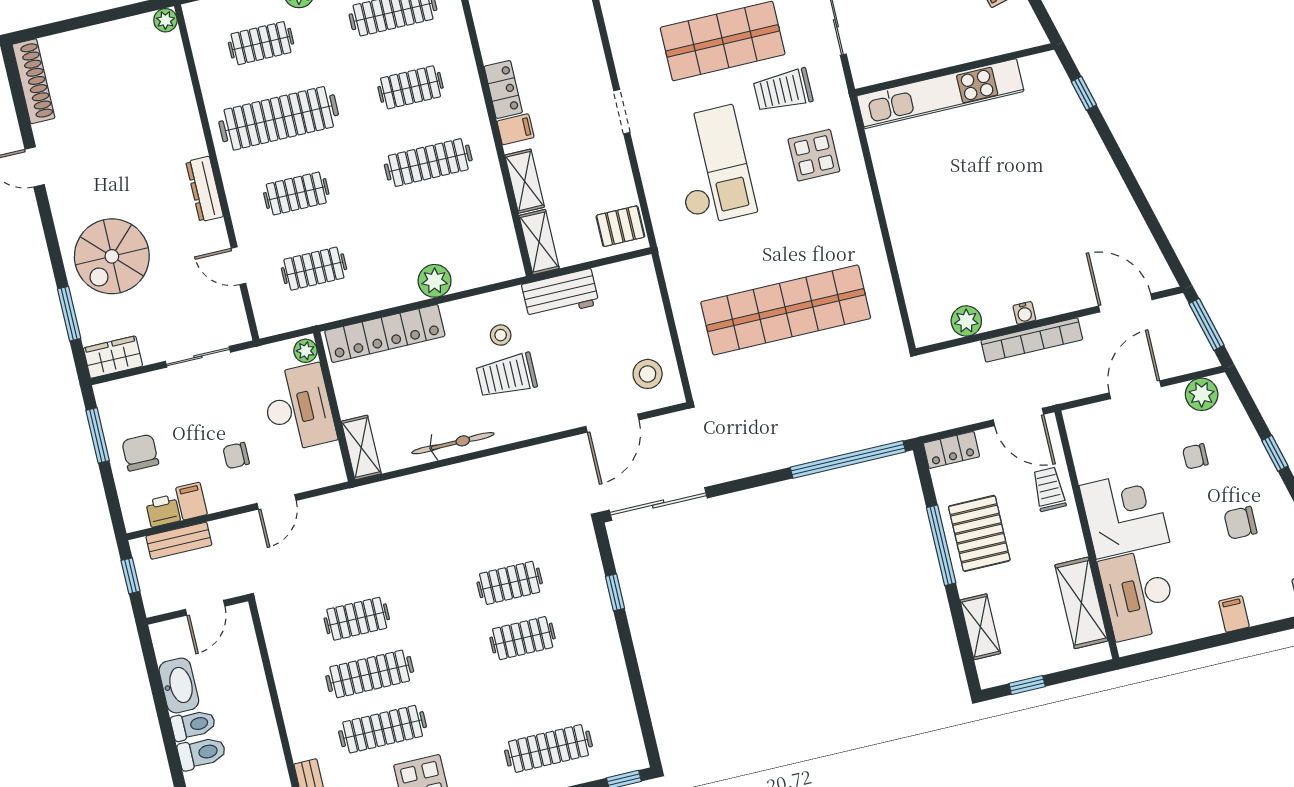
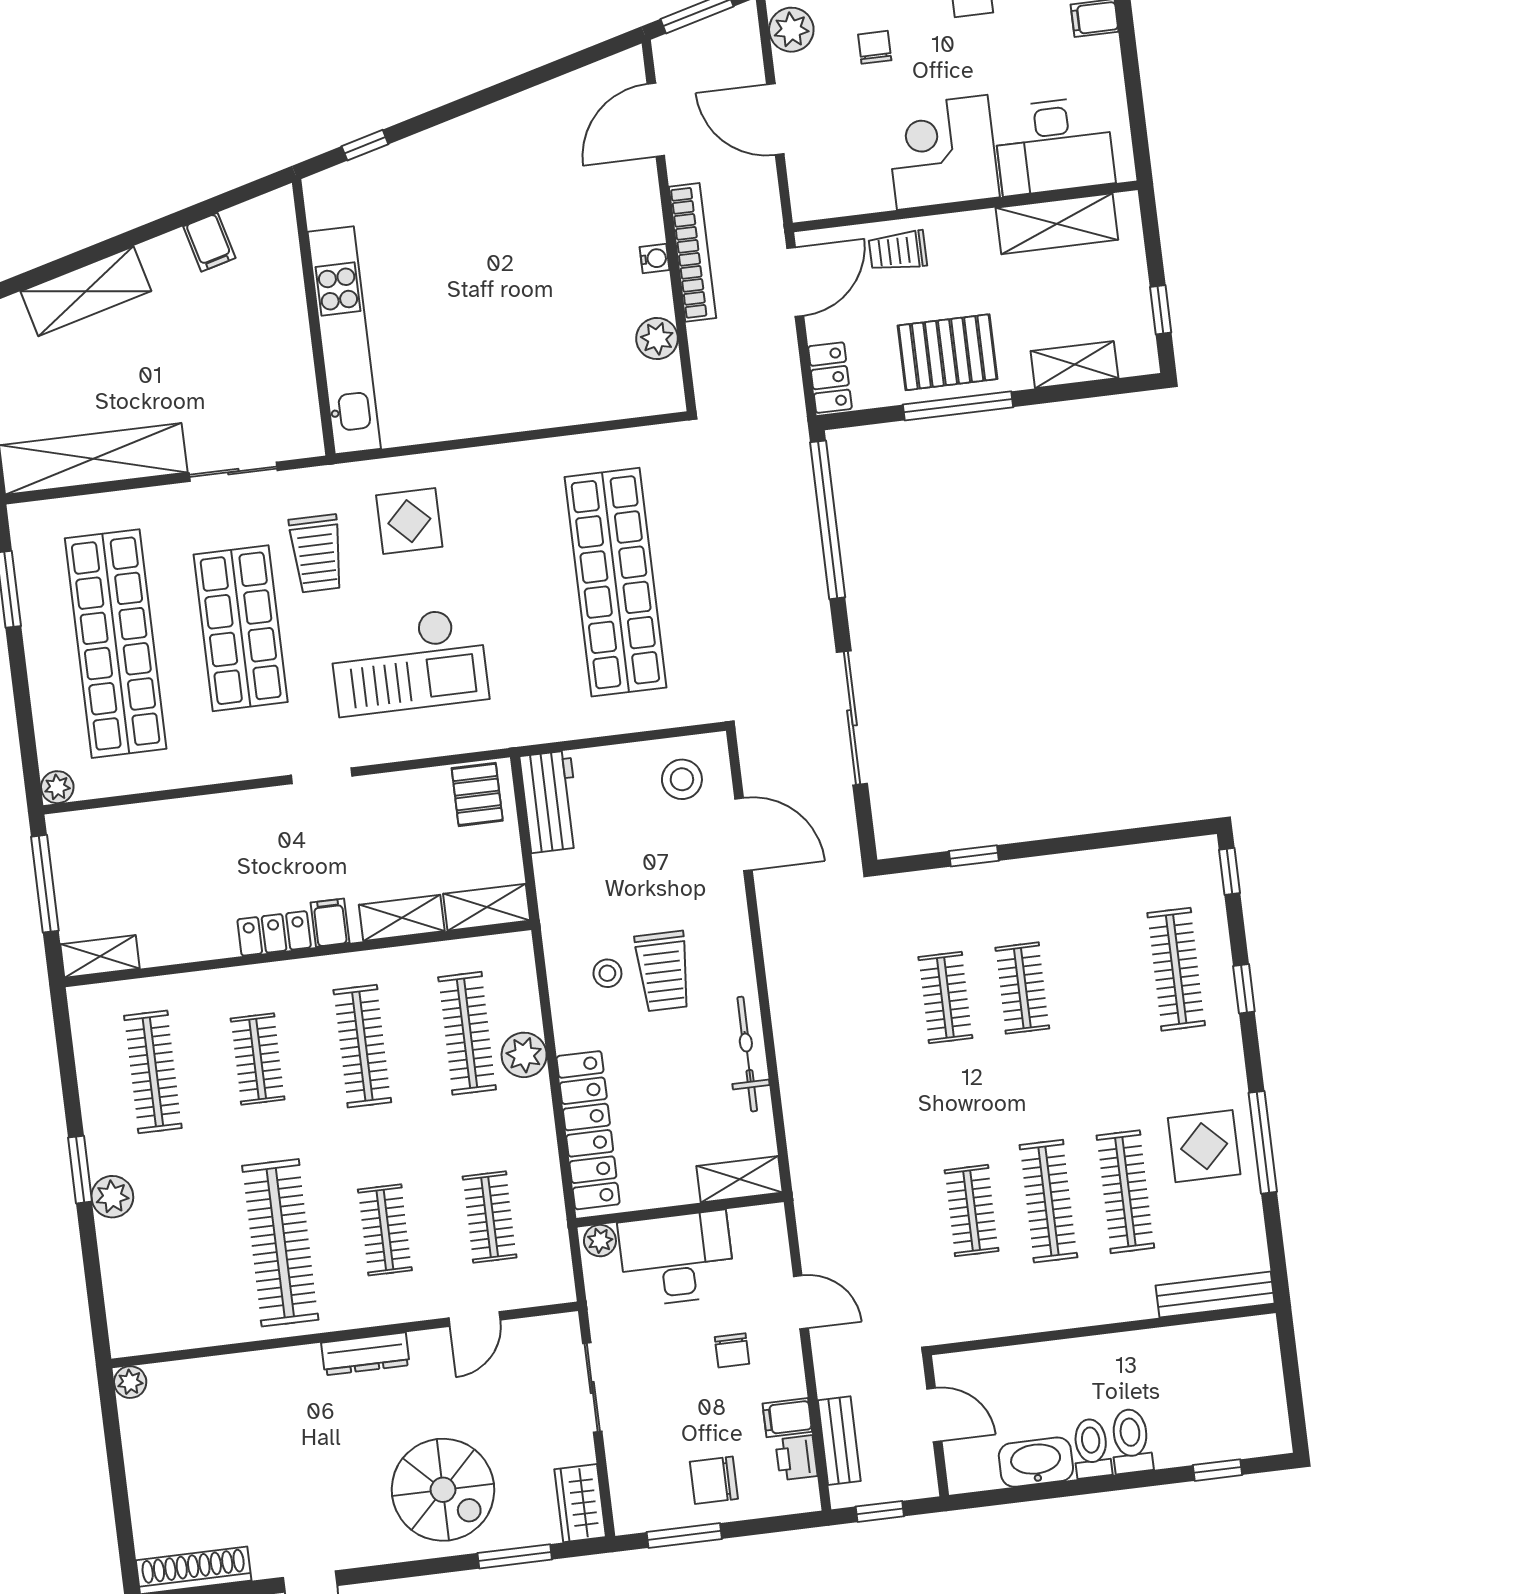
clothes rail: (261, 43) -> (467, 1033), moved, width x1.36
checkout: (712, 166) -> (409, 662), turned 180
workbench: (560, 294) -> (551, 802), moved
chair: (1195, 456) -> (875, 47), turned 180
sliding door: (658, 504) -> (852, 718), moved

